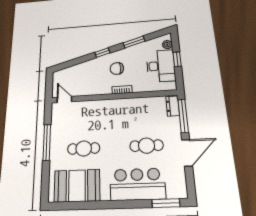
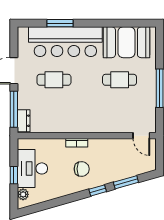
window: (134, 42) -> (126, 182), moved
bar counter: (137, 184) -> (65, 42), width x1.36
window: (166, 203) -> (60, 23), moved

